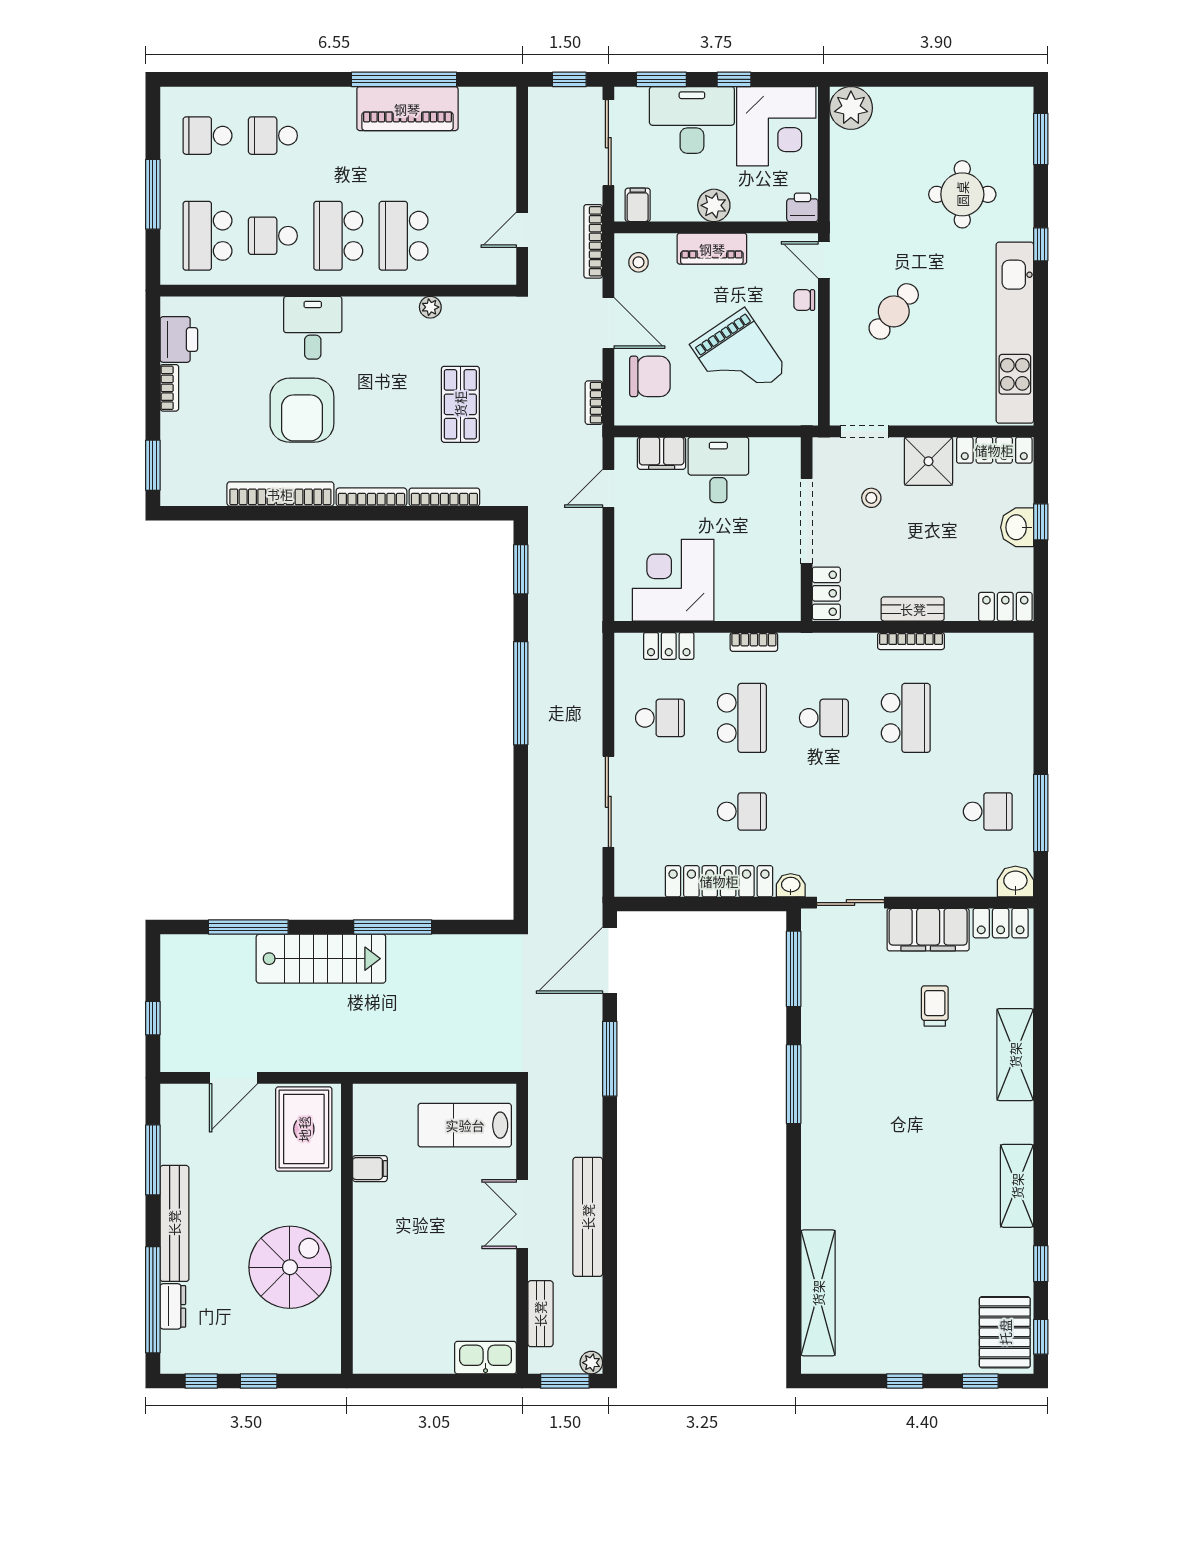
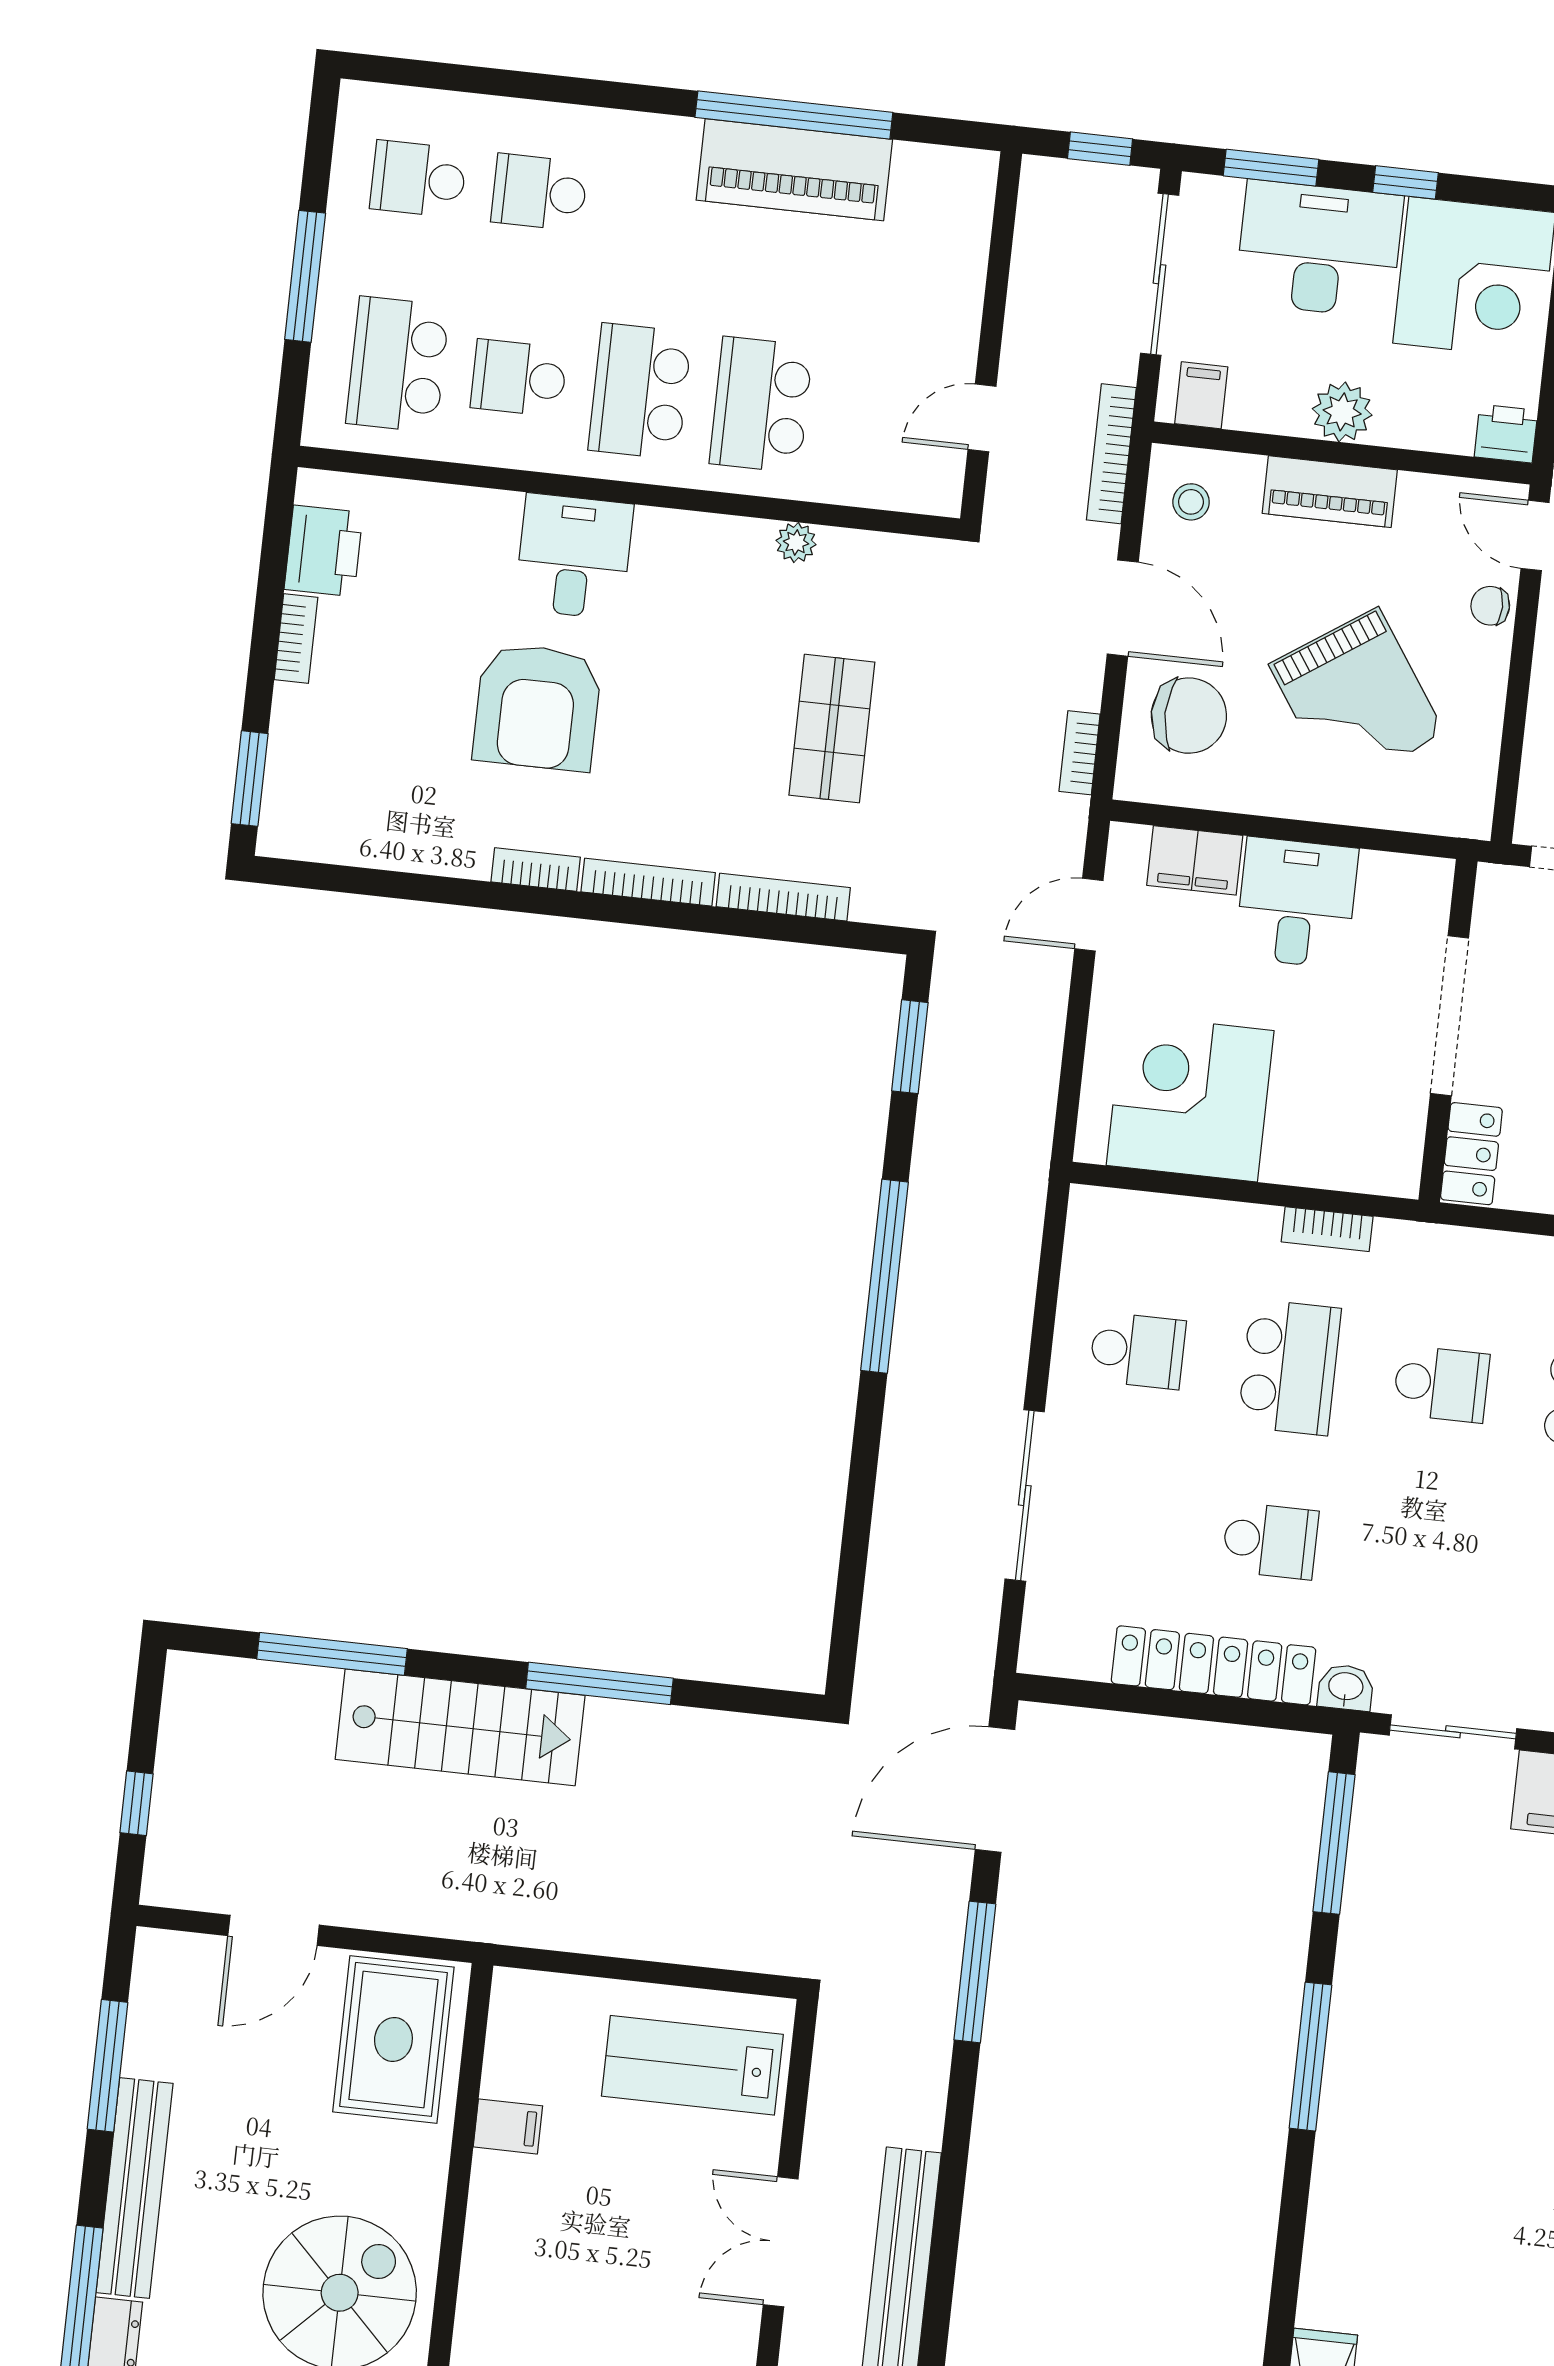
bookcase: (280, 494) -> (536, 869), width x0.43, depth x0.76
locker: (669, 646) -> (1169, 1219), removed

